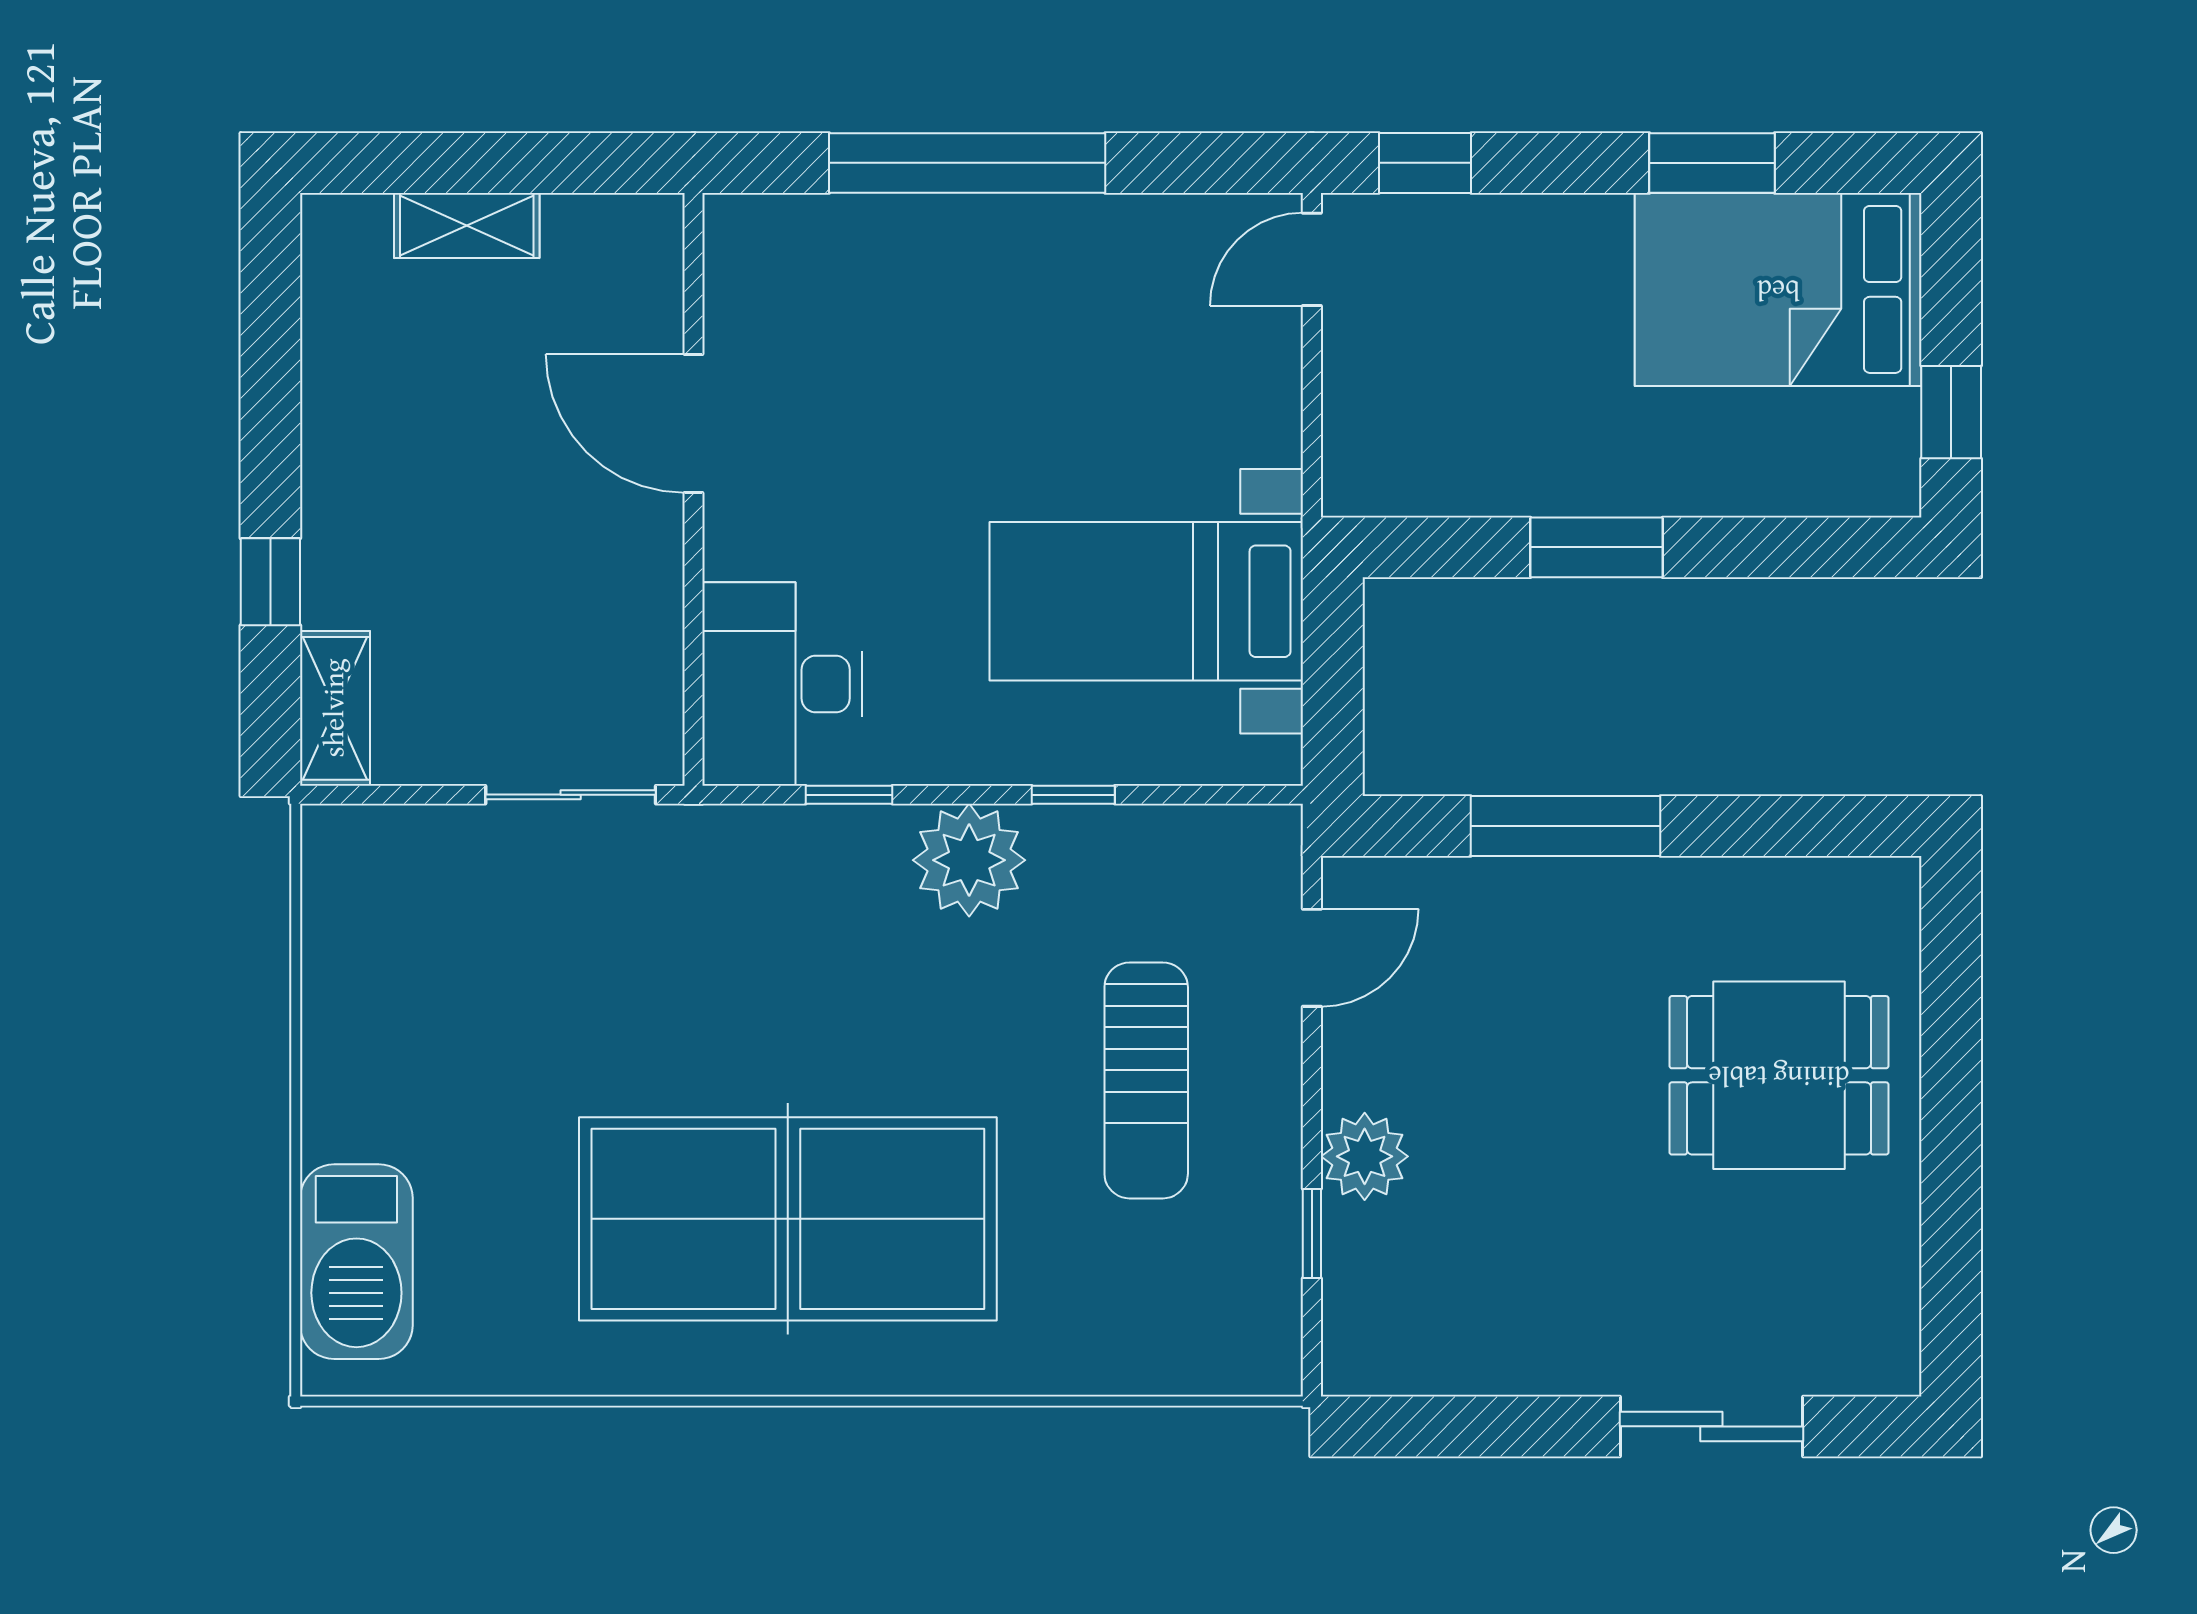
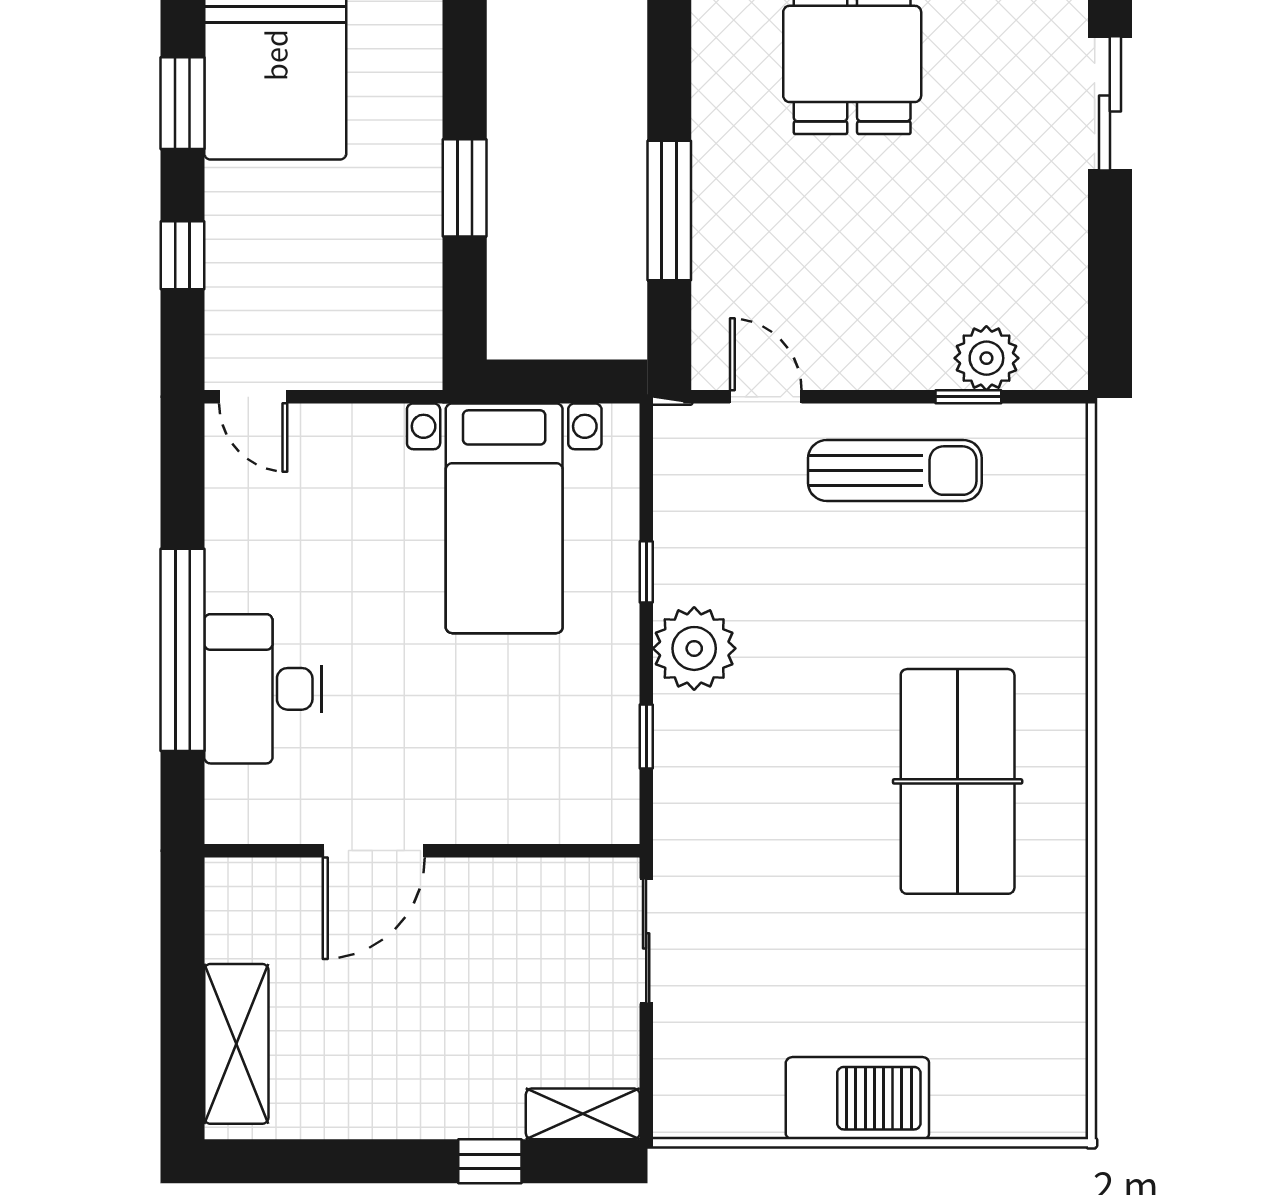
window: (1425, 163) -> (182, 255), moved
shelving: (467, 225) -> (236, 1044), width x1.50, depth x1.33
desk: (782, 684) -> (263, 689), moved, turned 90
sun lounger: (1146, 1080) -> (895, 471), moved
plant: (1365, 1156) -> (986, 358), moved
table tennis table: (788, 1219) -> (958, 781), width x0.73, depth x0.76
barbecue: (356, 1262) -> (857, 1098), moved

